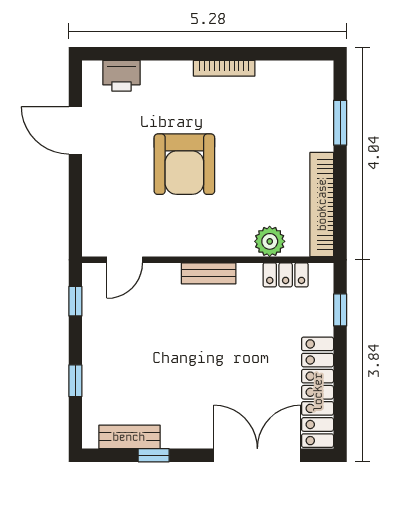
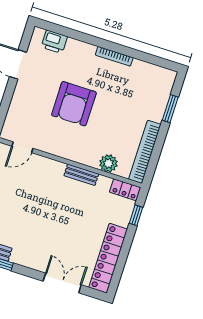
bench: (209, 273) -> (81, 175), moved
locker: (286, 275) -> (125, 190), moved
double door: (257, 455) -> (62, 283), width x0.73

